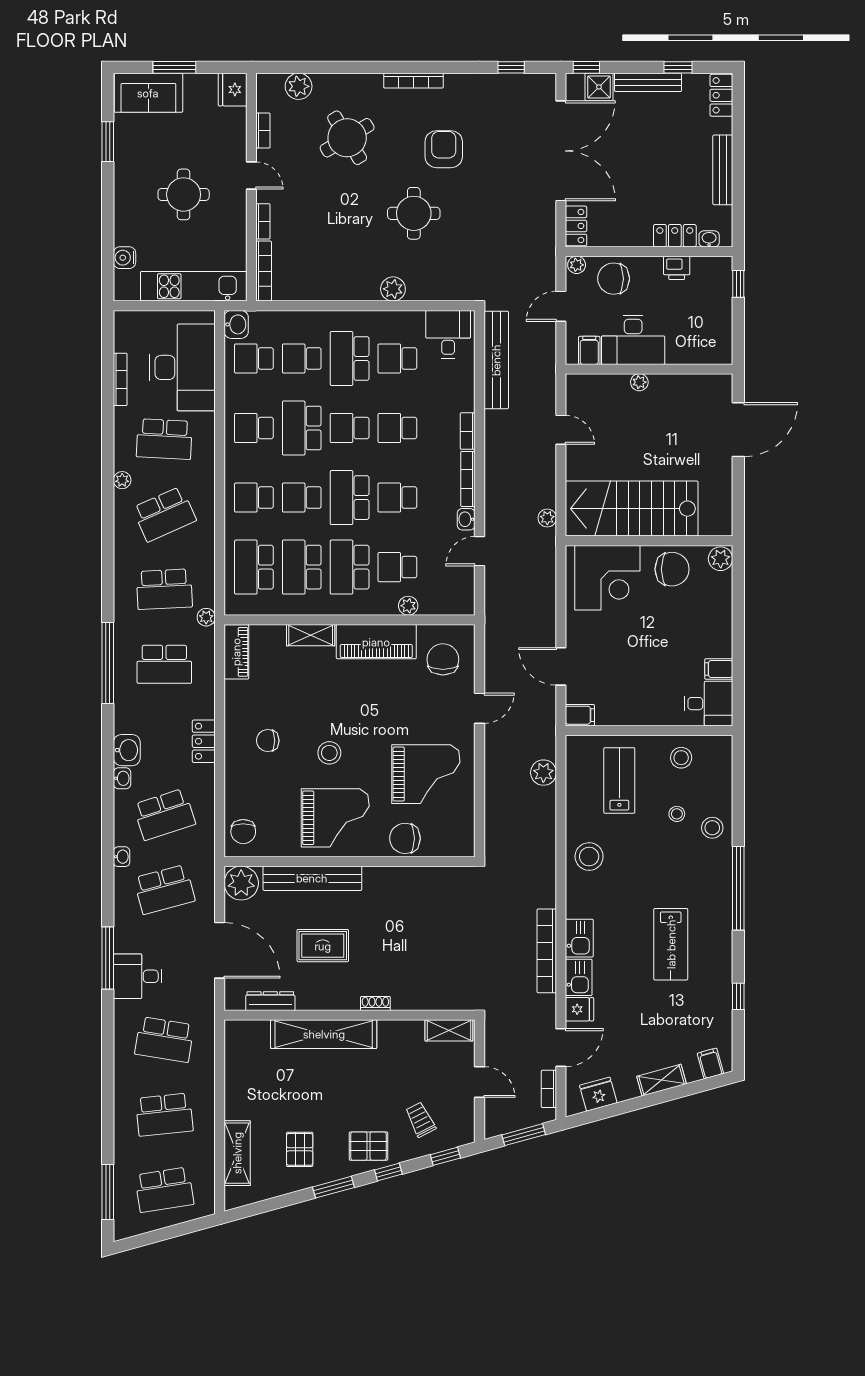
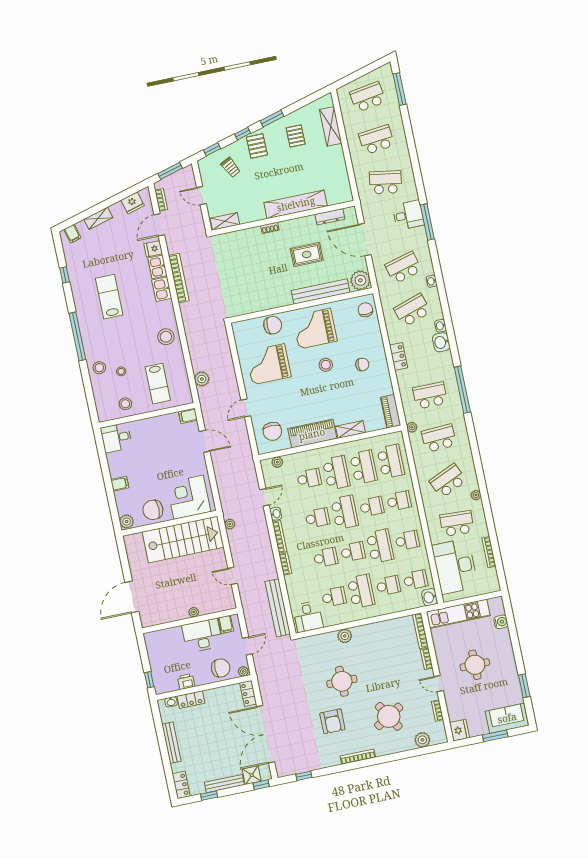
plant: (408, 606) -> (277, 462), moved
filing cabinet: (719, 669) -> (120, 484), moved
pallet: (368, 1146) -> (257, 146), turned 90

